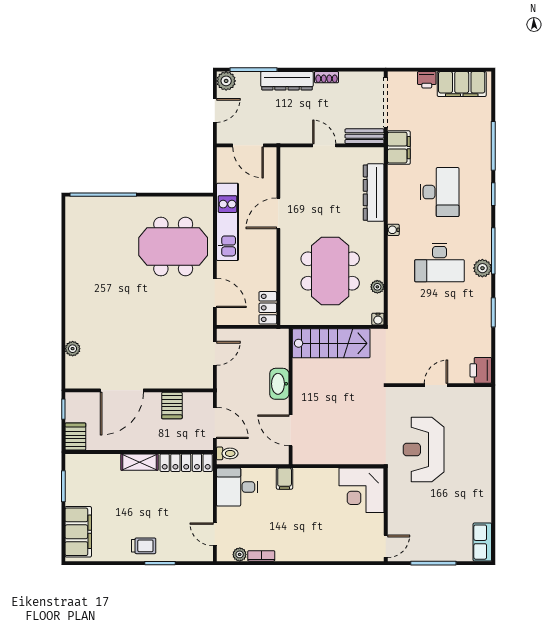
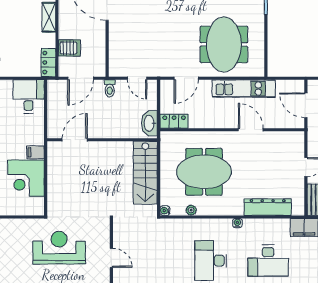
door: (248, 145) -> (306, 105), hinge flipped
washbasin: (279, 384) -> (149, 123), moved, turned -90
server rack: (172, 406) -> (69, 48), moved, turned 180
toilet: (227, 453) -> (110, 88), moved
locker: (186, 463) -> (48, 63), width x0.66
filing cabinet: (285, 479) -> (35, 152), moved
corner desk: (362, 490) -> (26, 178), moved, turned -90

